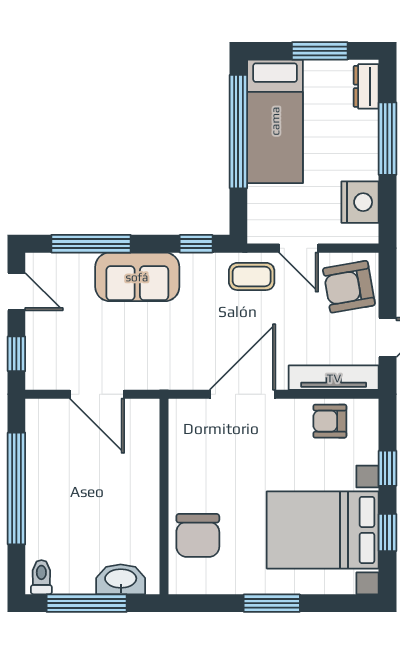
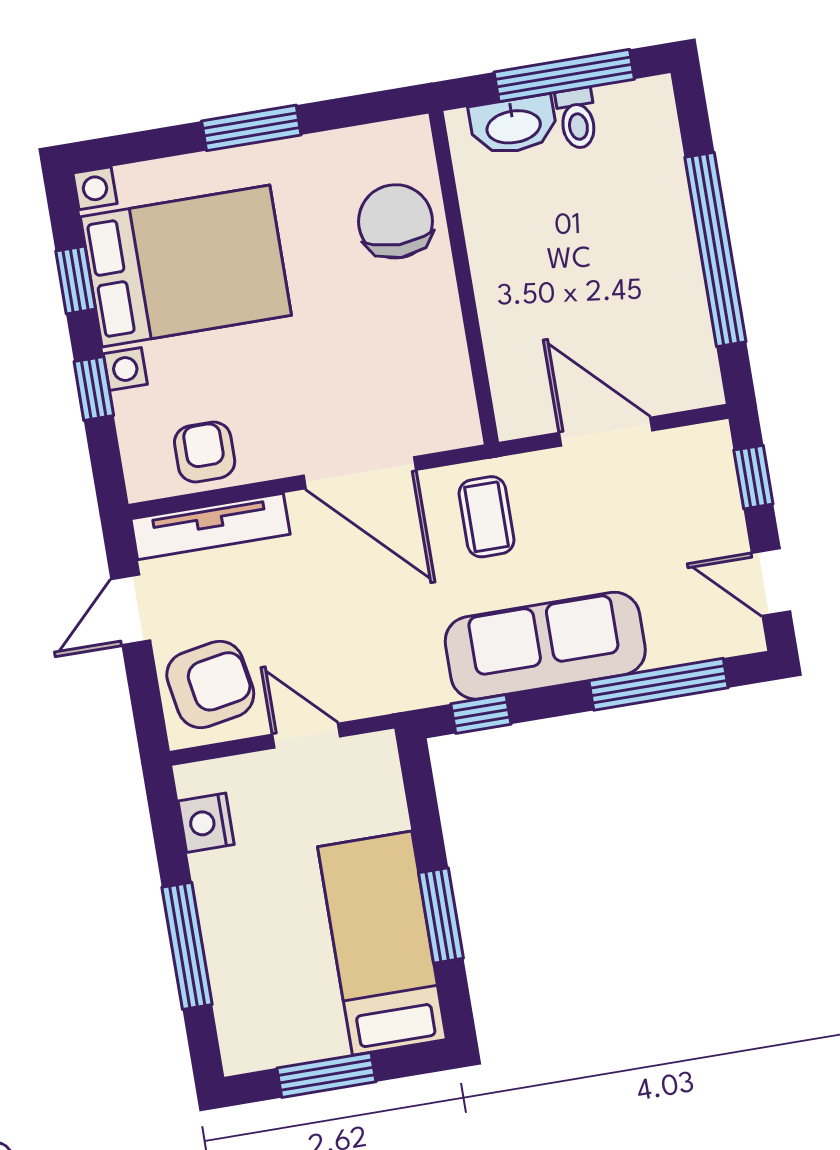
dresser: (366, 86) -> (238, 1028), removed
window: (238, 132) -> (441, 916), width x0.47
nightstand: (360, 202) -> (206, 823), width x0.74, depth x0.75
coffee table: (252, 276) -> (487, 517), moved, turned 90
sofa: (137, 277) -> (545, 646), width x1.36
door: (243, 394) -> (360, 473), hinge flipped
armchair: (330, 421) -> (205, 452), turned -90
toilet: (41, 577) -> (577, 118), moved

